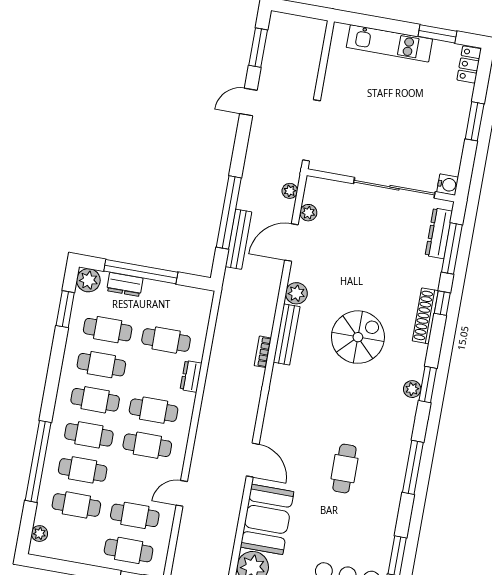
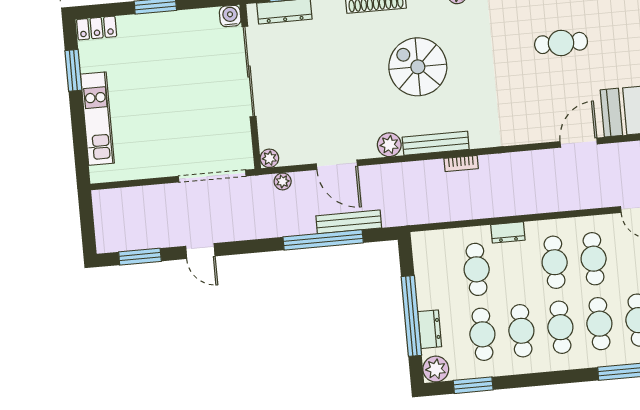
plant: (308, 213) -> (269, 158), moved

